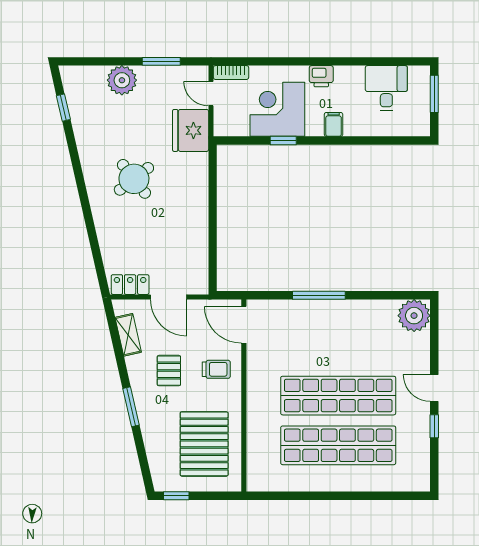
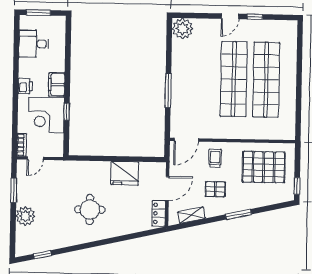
filing cabinet: (334, 124) -> (57, 85), width x2.00
fridge: (191, 130) -> (125, 173), moved
round table: (134, 179) -> (90, 210), turned 38

